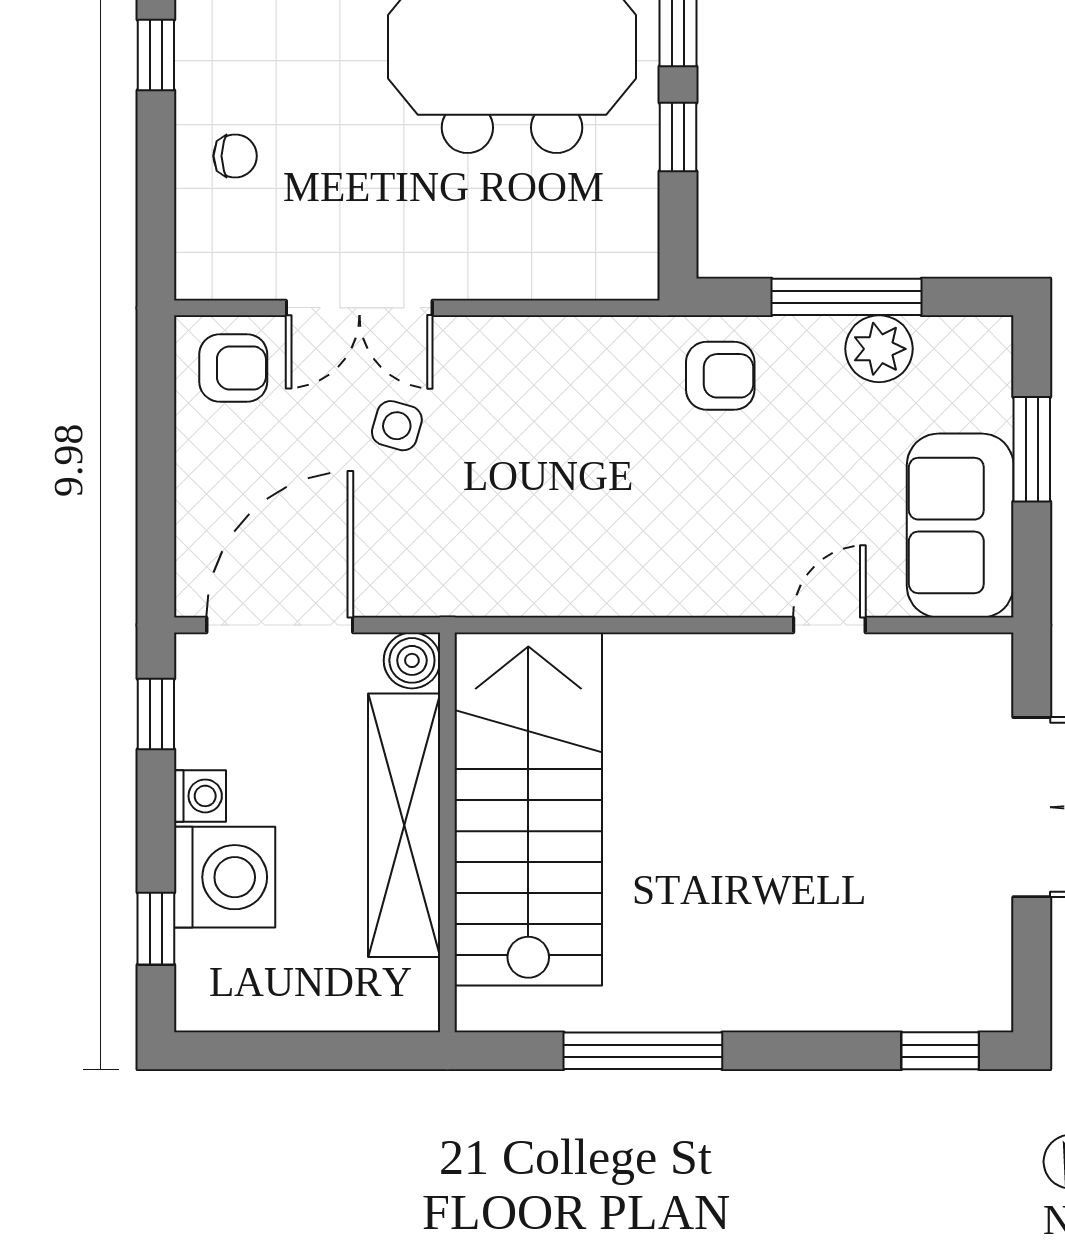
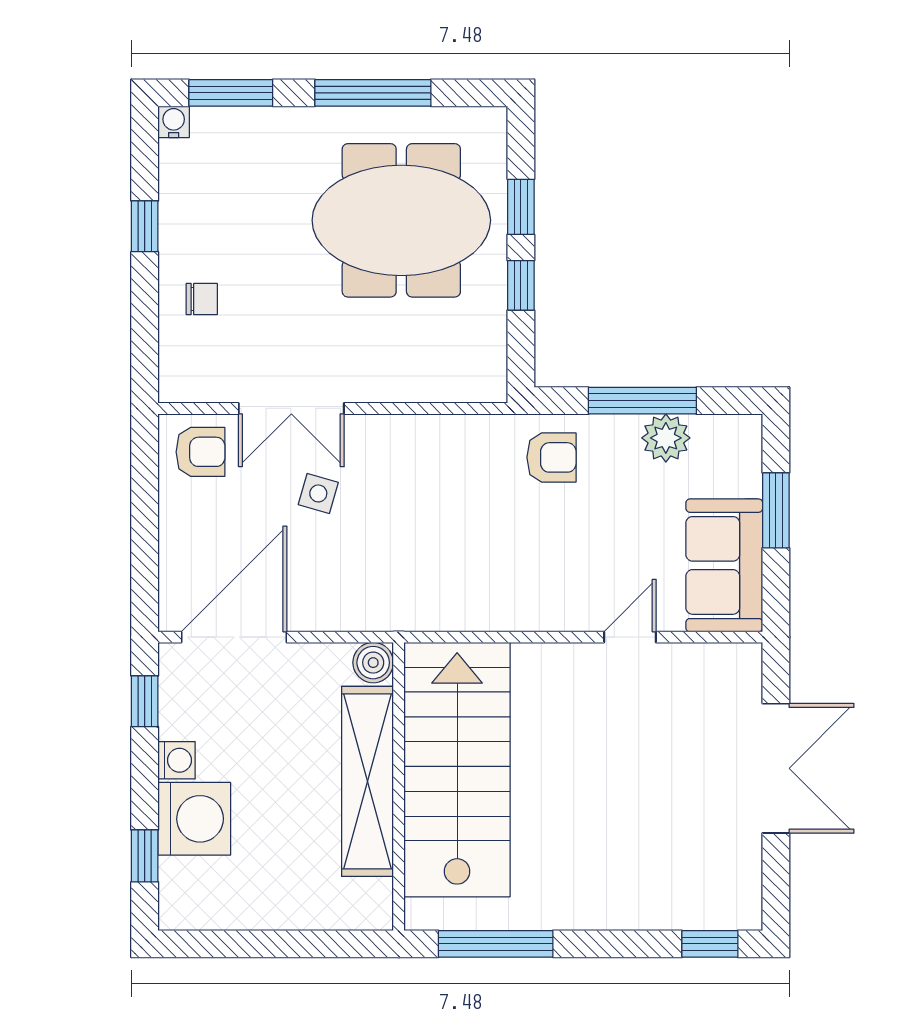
boiler: (412, 660) -> (373, 663), moved
stairs: (528, 809) -> (457, 770), moved
shelving: (404, 825) -> (368, 781), moved
wall: (447, 832) -> (399, 787), moved

